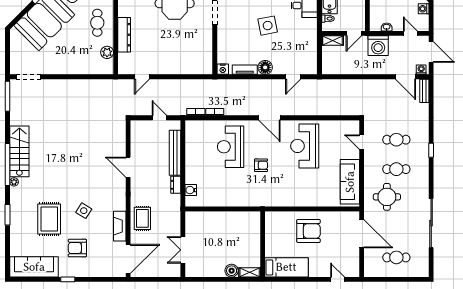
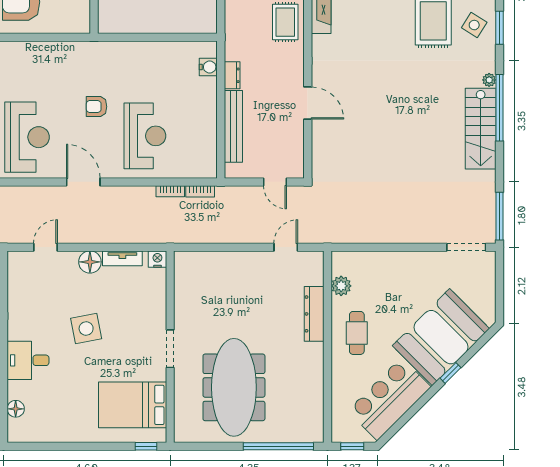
door: (159, 118) -> (275, 182), moved
side table: (84, 211) -> (474, 25), moved

